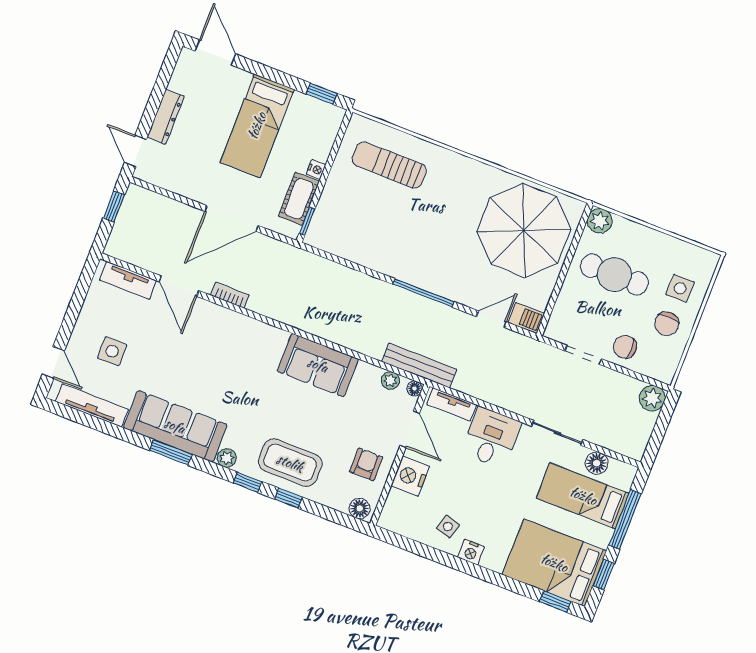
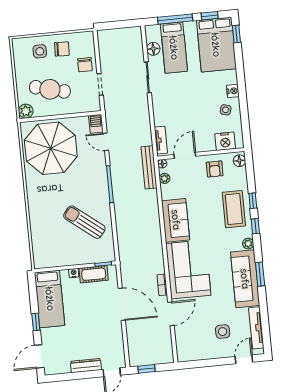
window: (322, 94) -> (36, 322), moved
bed: (257, 126) -> (50, 299), moved, turned 90
sun lounger: (389, 165) -> (84, 222), moved, turned 128
cafe table: (614, 275) -> (50, 89), turned -76
tv unit: (128, 280) -> (181, 342), removed
corner sofa: (233, 347) -> (188, 269), added
plant: (652, 398) -> (105, 37), removed
desk: (491, 438) -> (168, 111), removed
armchair: (366, 464) -> (215, 169), turned -90
nightstand: (410, 476) -> (225, 141), moved

